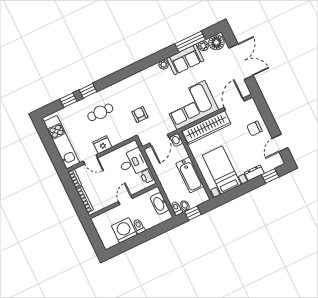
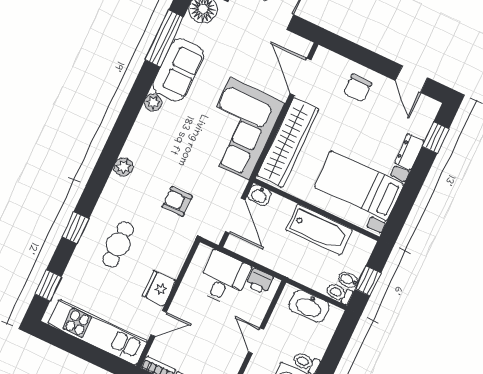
plant: (203, 46) -> (123, 167), moved
window: (68, 100) -> (48, 285), moved

